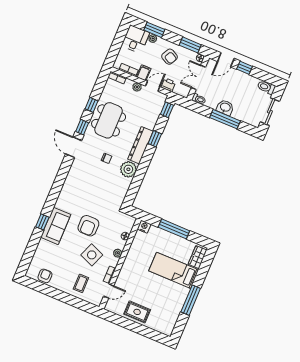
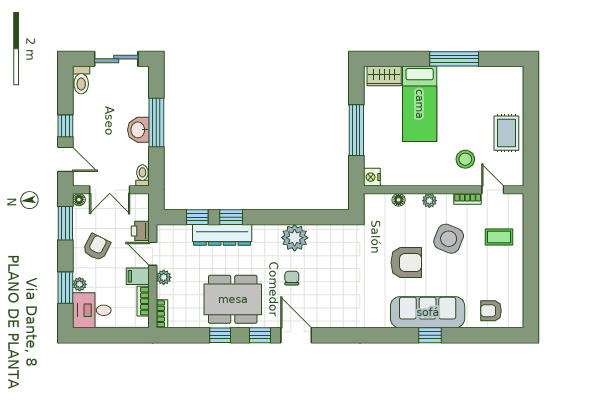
window: (167, 110) -> (197, 217), moved
dresser: (140, 145) -> (222, 235), moved
door: (74, 147) -> (296, 335), swing flipped
sofa: (56, 226) -> (428, 312), width x1.36
armchair: (45, 276) -> (491, 311), moved
stool: (132, 283) -> (465, 159), added

